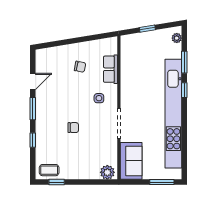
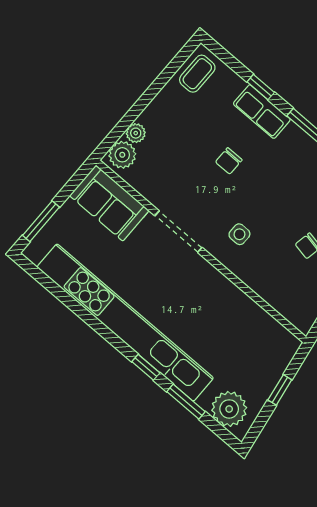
plant: (177, 38) -> (229, 409), width x1.87, depth x1.87
row of seats: (110, 69) -> (262, 112), moved, turned 180
plant: (94, 174) -> (136, 133), added
window: (57, 182) -> (171, 70), removed

